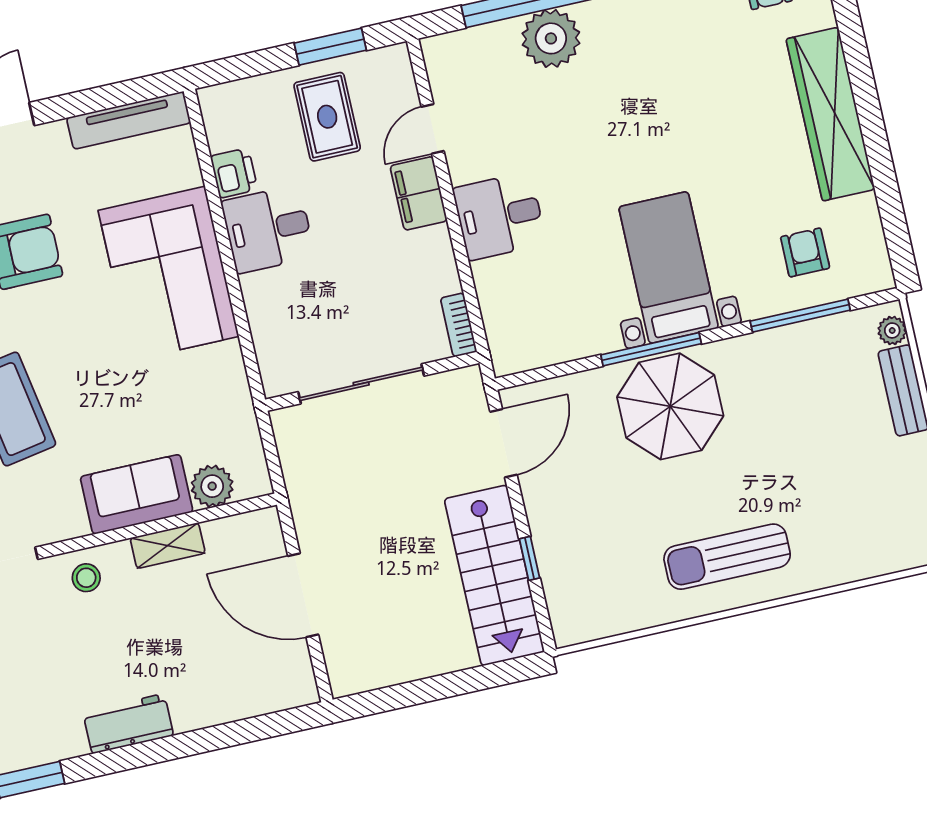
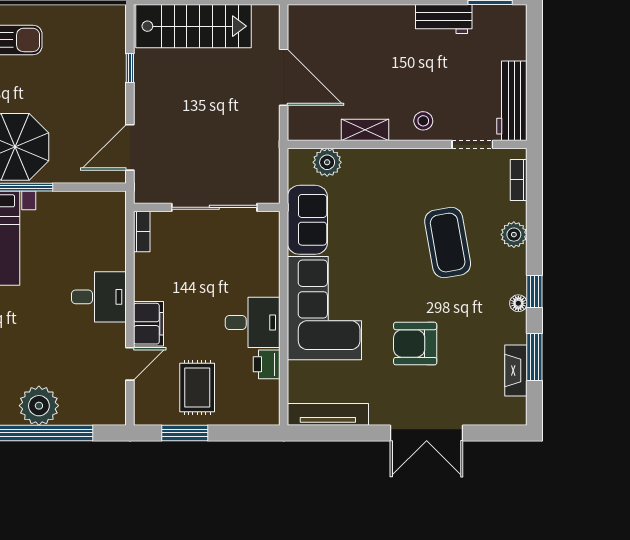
sofa: (137, 494) -> (307, 220), moved, turned -90
stairs: (494, 575) -> (194, 26), moved, turned 90
workbench: (128, 724) -> (444, 19), moved

